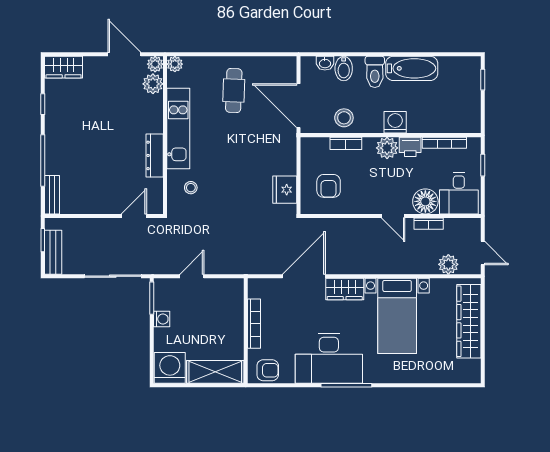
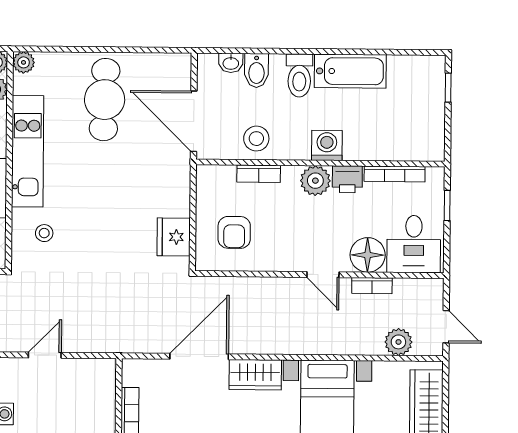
cafe table: (234, 90) -> (105, 100), width x1.37, depth x1.35

